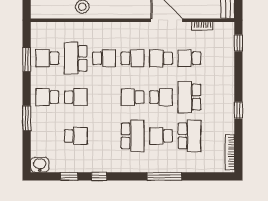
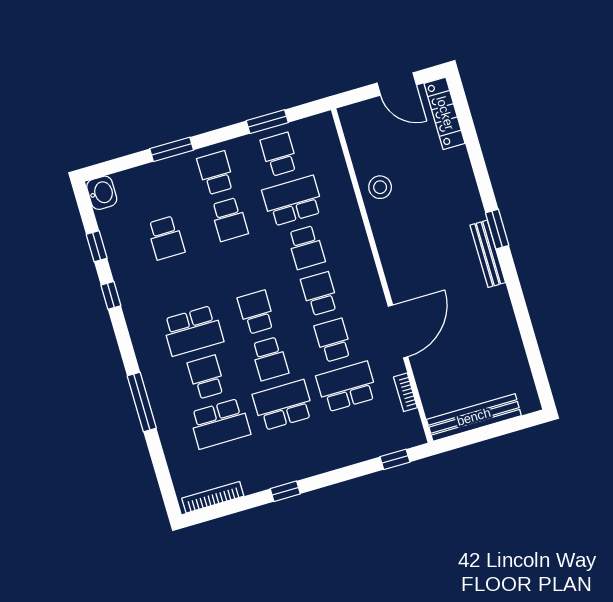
school desk: (133, 58) -> (320, 294), turned 180
school desk: (189, 58) -> (347, 387), width x1.85

